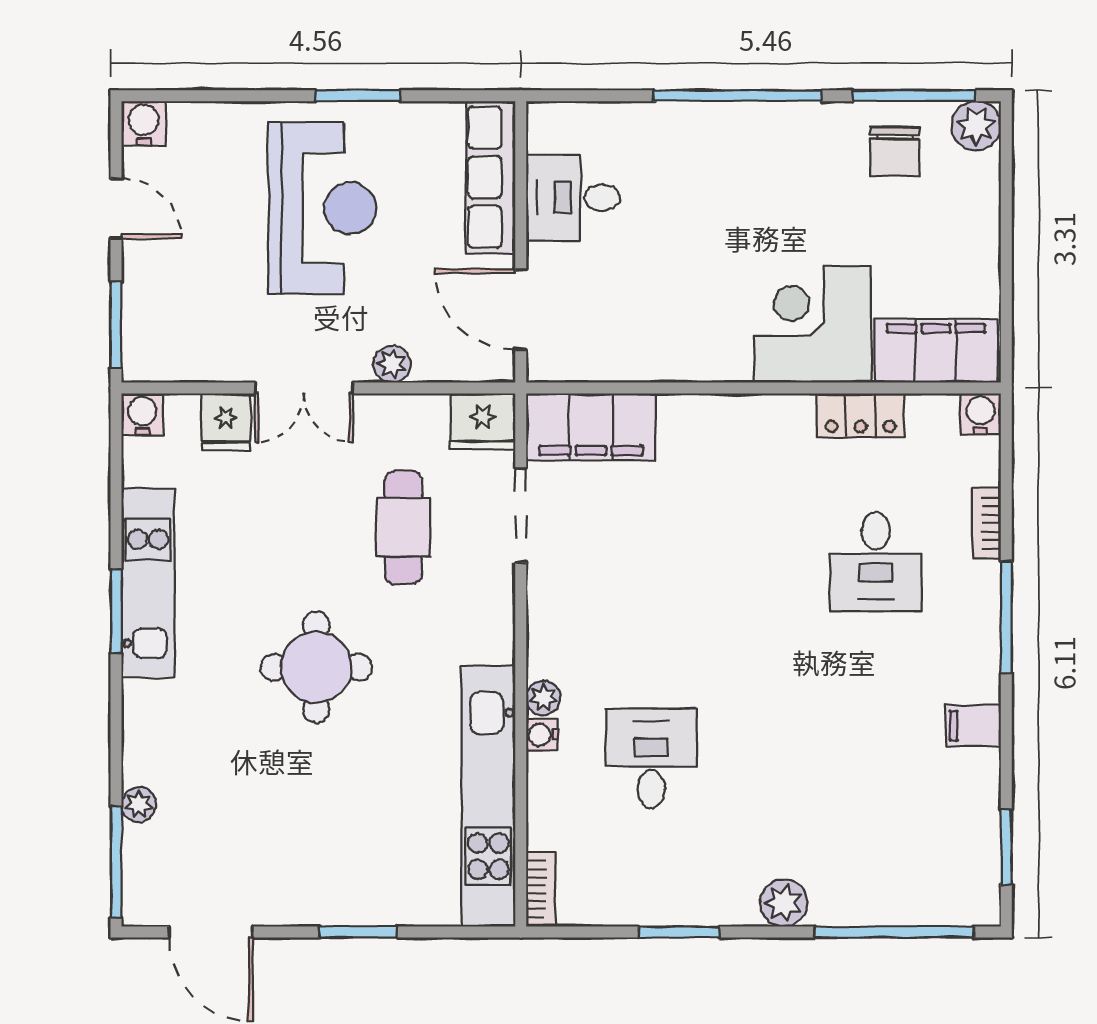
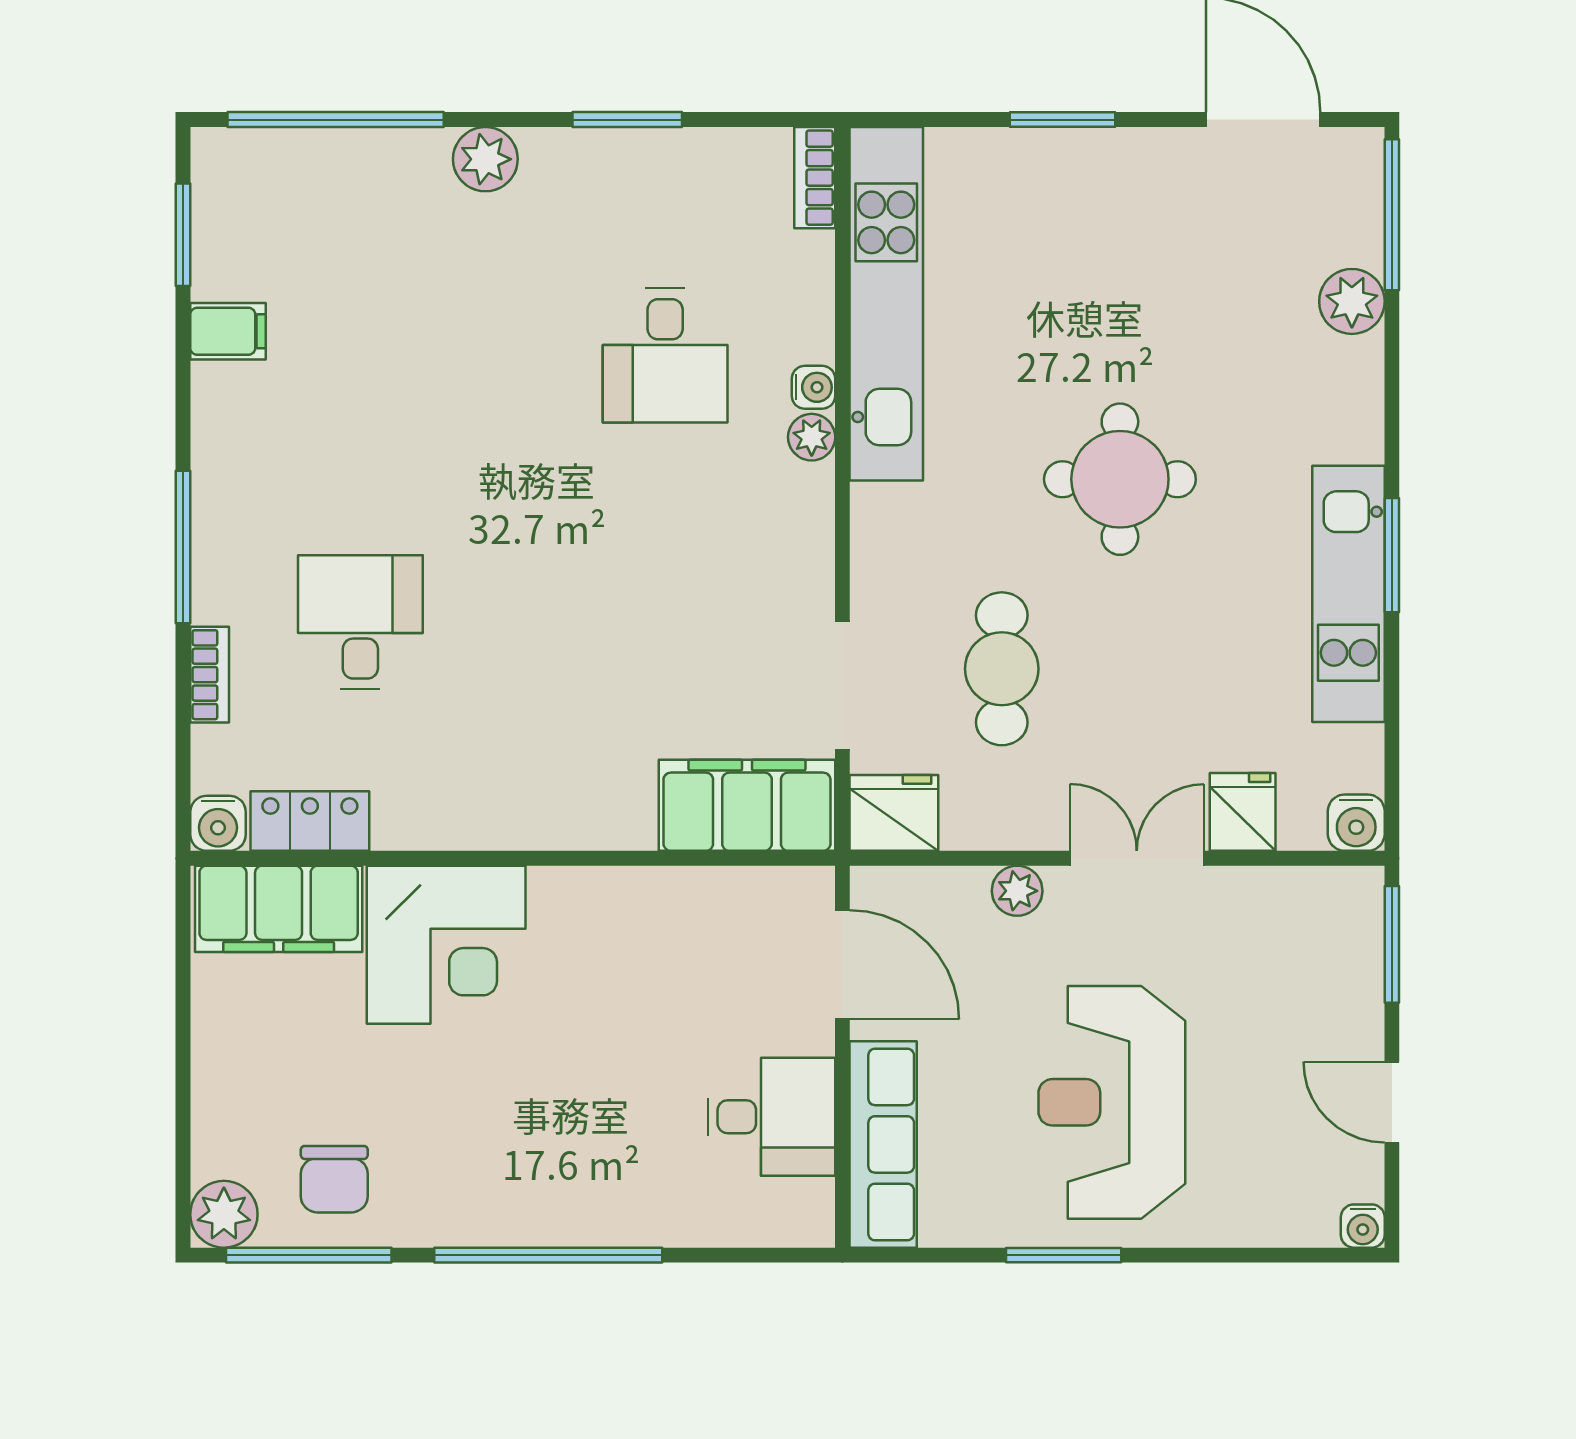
water cooler: (144, 123) -> (1363, 1226), width x0.72, depth x0.72
chair: (895, 152) -> (334, 1179), turned 180
locker: (861, 415) -> (310, 821), moved
filing cabinet: (973, 726) -> (228, 331), moved
plant: (139, 805) -> (1352, 301), width x1.38, depth x1.38

